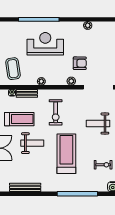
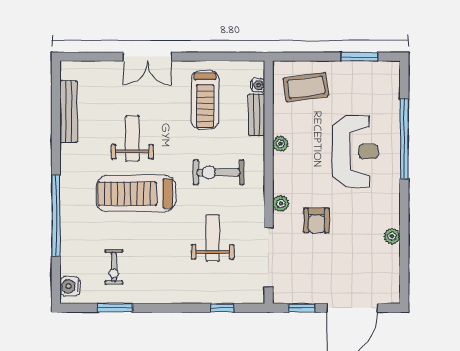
weight bench: (98, 124) -> (213, 238), moved
weight bench: (32, 143) -> (132, 138), moved, turned 180
treadmill: (66, 154) -> (136, 194), turned 180

